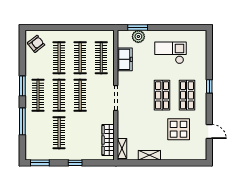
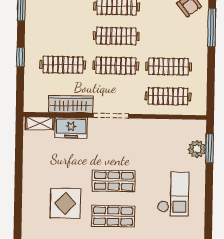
window: (52, 27) -> (212, 27), added
clothes rail: (59, 58) -> (169, 37), removed
freezer: (125, 59) -> (71, 128), moved
clothes rail: (59, 133) -> (63, 65), moved
wardrobe: (108, 140) -> (71, 104), moved
shelving: (149, 155) -> (29, 162), removed

